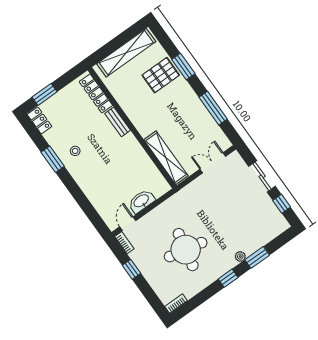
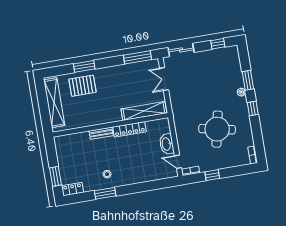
pallet: (161, 75) -> (82, 86), turned 90
locker: (96, 93) -> (130, 129), moved
window: (213, 108) -> (137, 57), moved
sliding door: (262, 176) -> (181, 50), moved

